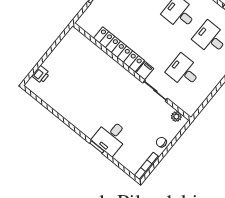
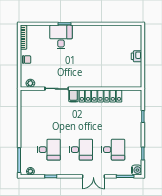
desk: (184, 71) -> (49, 115), removed
printer: (41, 75) -> (137, 56), moved

